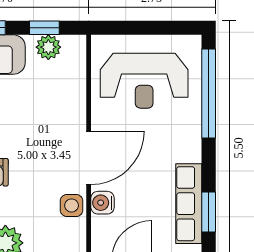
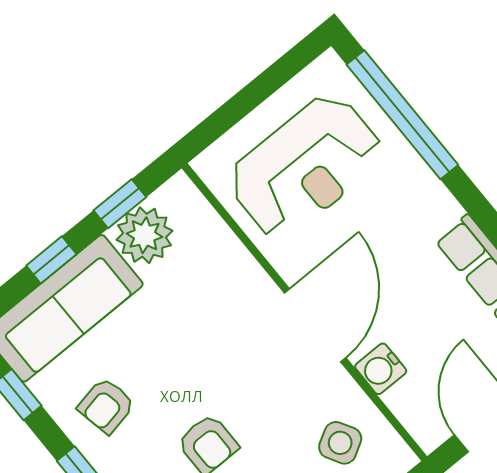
plant: (48, 47) -> (145, 235), width x1.36, depth x1.36
side table: (72, 205) -> (340, 443), moved, turned -30

